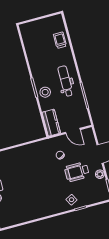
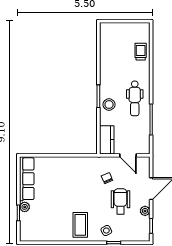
dental chair: (66, 81) -> (135, 98), turned 180
wheelchair: (77, 172) -> (120, 201), turned 90
coffee table: (48, 201) -> (80, 225), added

